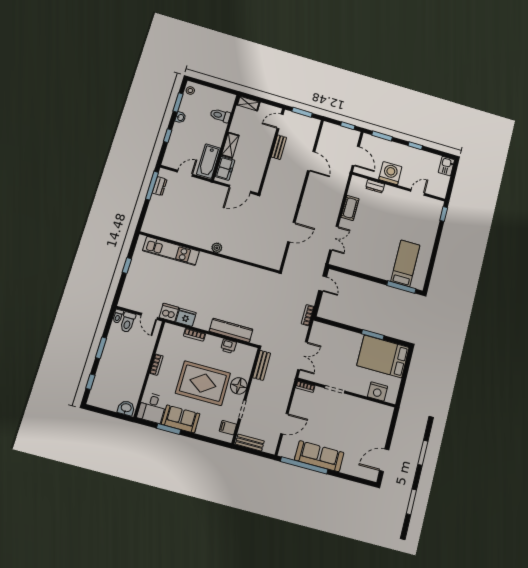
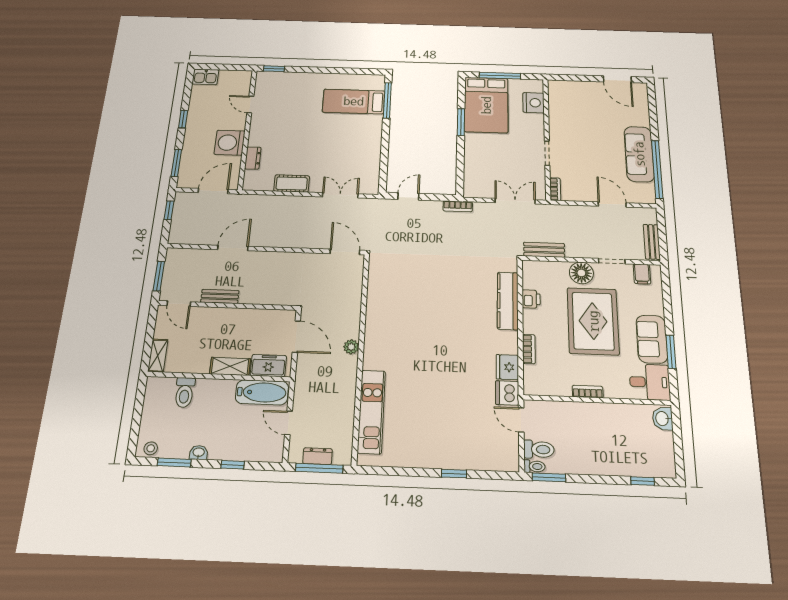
plant: (217, 248) -> (351, 347), moved
kitchen unit: (171, 251) -> (371, 412), moved
wall: (210, 252) -> (361, 355), moved
door: (149, 316) -> (521, 420), swing flipped
window: (101, 348) -> (549, 477), moved
window: (405, 373) -> (500, 76), added

